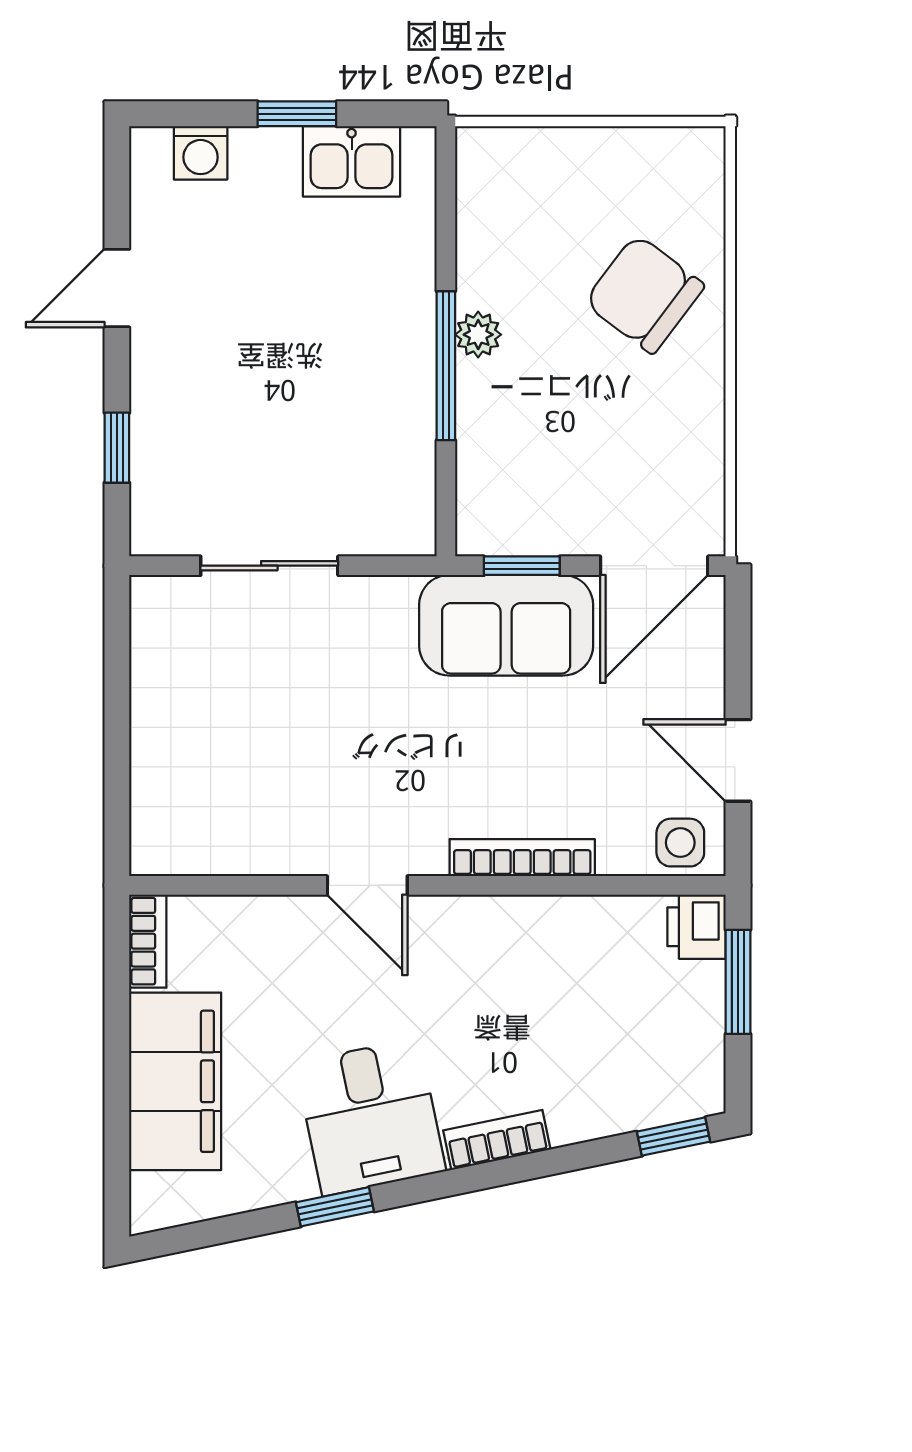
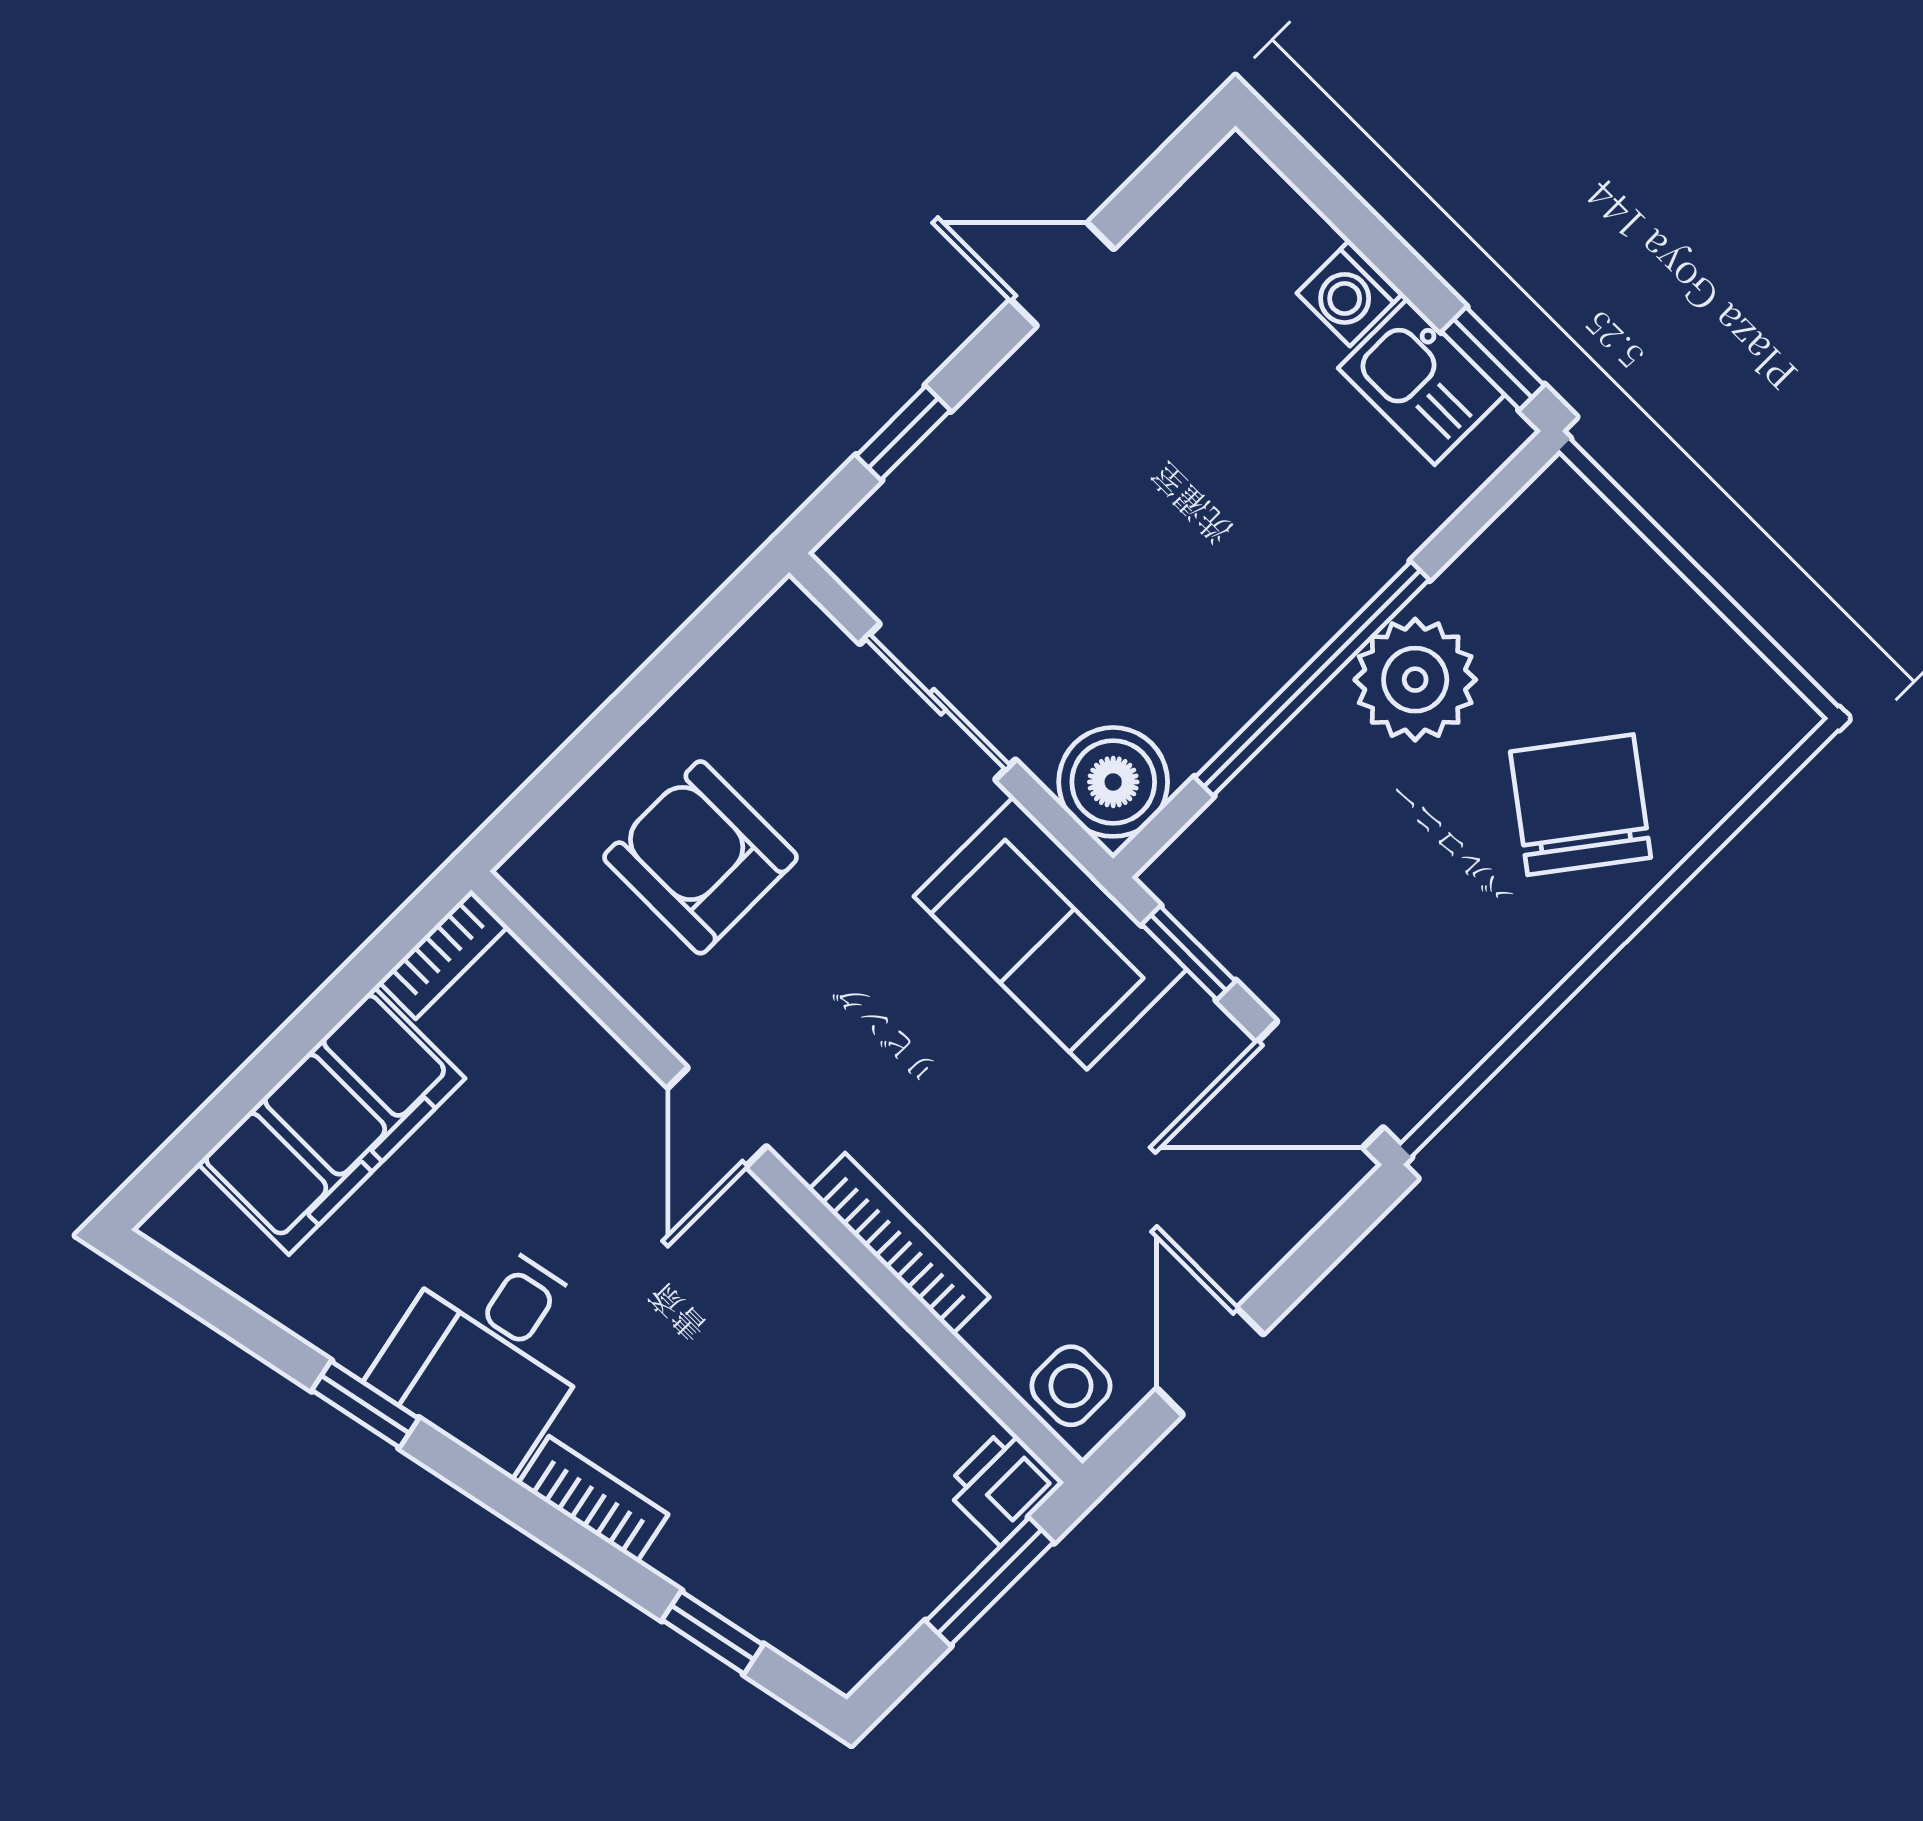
window: (297, 114) -> (1493, 358), moved
washing machine: (201, 153) -> (1350, 293), moved
plant: (478, 335) -> (1415, 680), width x1.88, depth x1.88
window: (446, 366) -> (1312, 678), width x1.46
boiler: (398, 518) -> (1113, 782), added
sofa: (506, 625) -> (1050, 933), moved
armchair: (228, 763) -> (700, 857), added
window: (674, 1137) -> (713, 1632), moved

